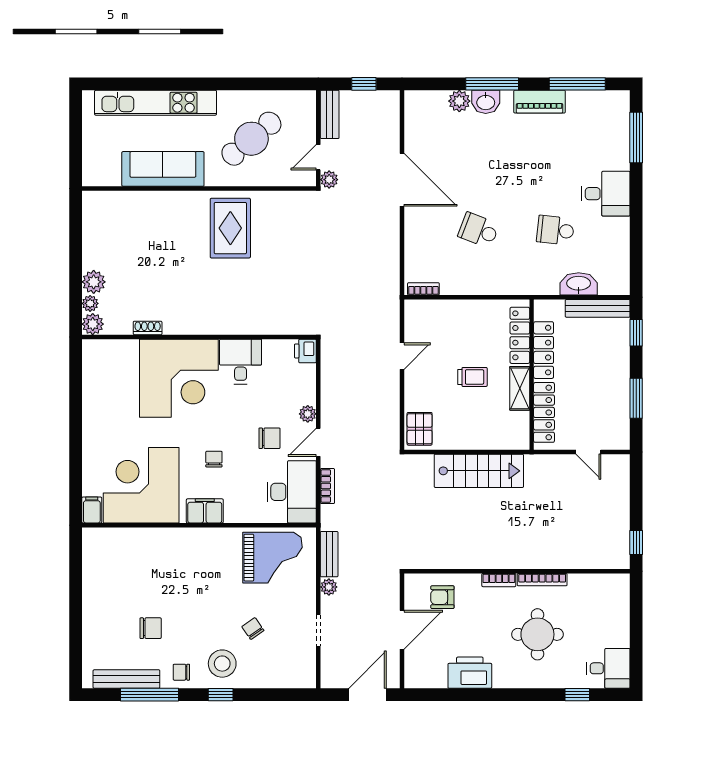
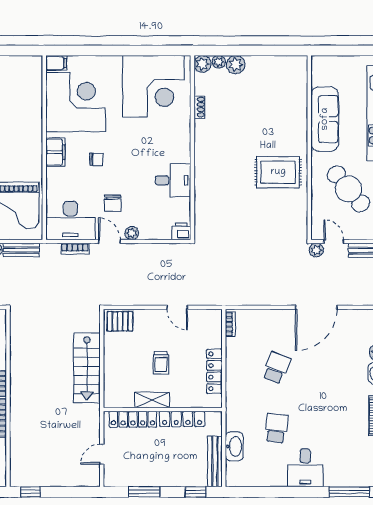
locker: (520, 335) -> (214, 371), moved, turned -90
corner desk: (179, 378) -> (153, 86), moved, turned -90

